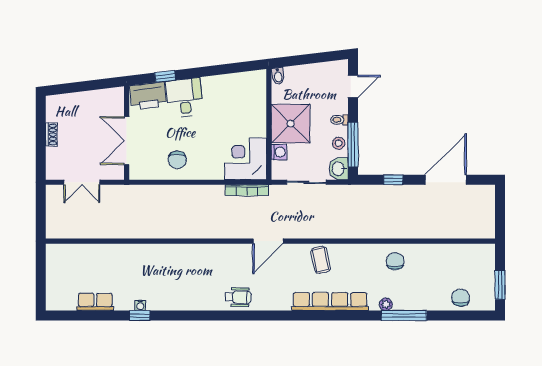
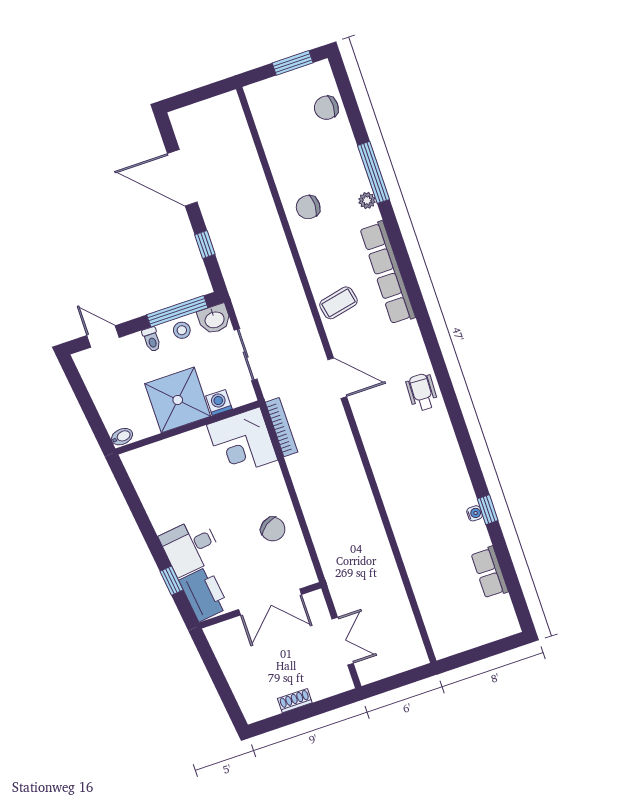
chair: (177, 160) -> (273, 529), turned 56

